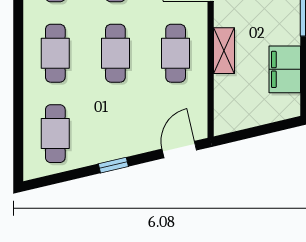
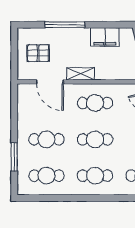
shelving: (224, 51) -> (81, 74), moved

